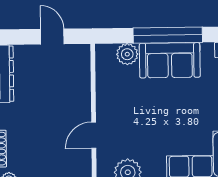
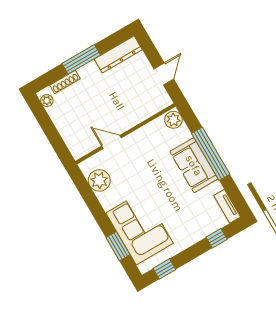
plant: (127, 54) -> (173, 120), moved

